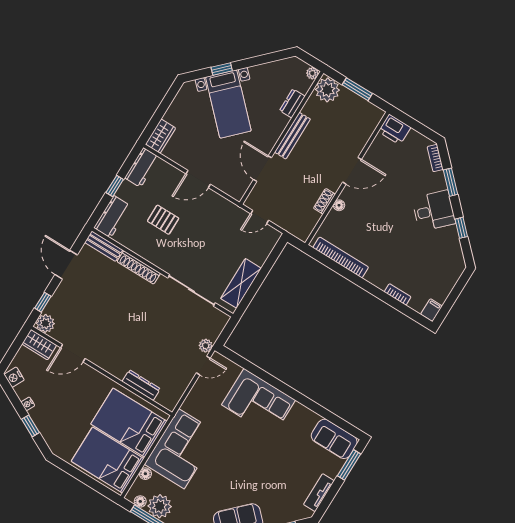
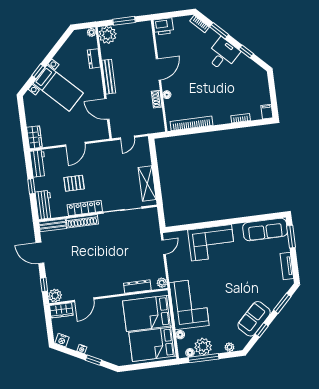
locker: (153, 255) -> (85, 208), added
plant: (206, 346) -> (162, 283), moved
sofa: (334, 439) -> (265, 229), width x1.36

